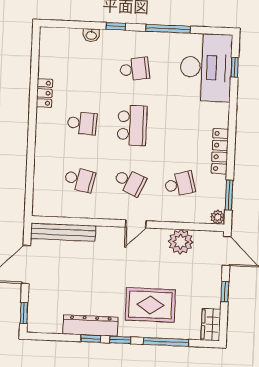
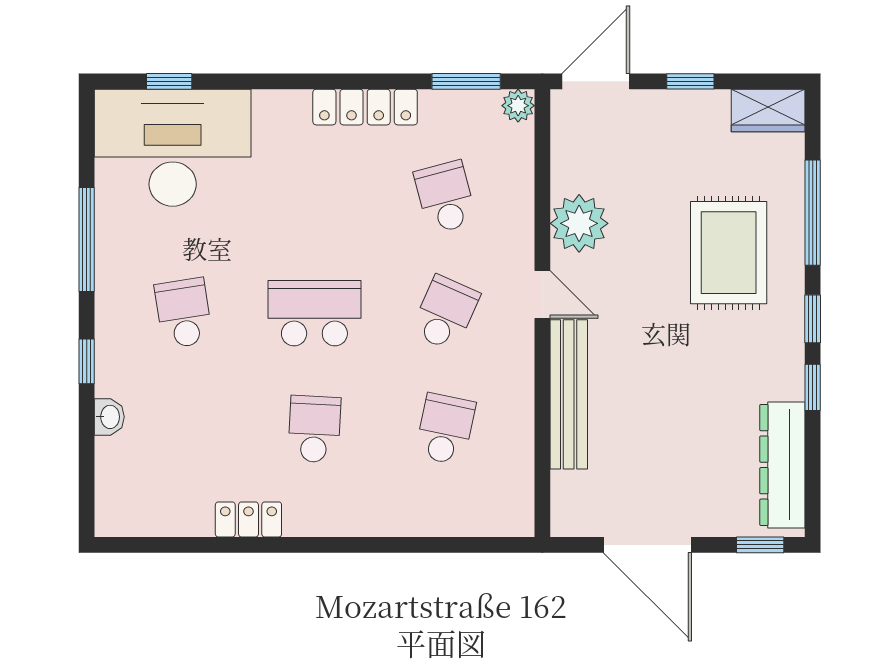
bench: (63, 232) -> (569, 394), moved
plant: (181, 242) -> (579, 223), moved
dresser: (90, 326) -> (782, 465), moved

